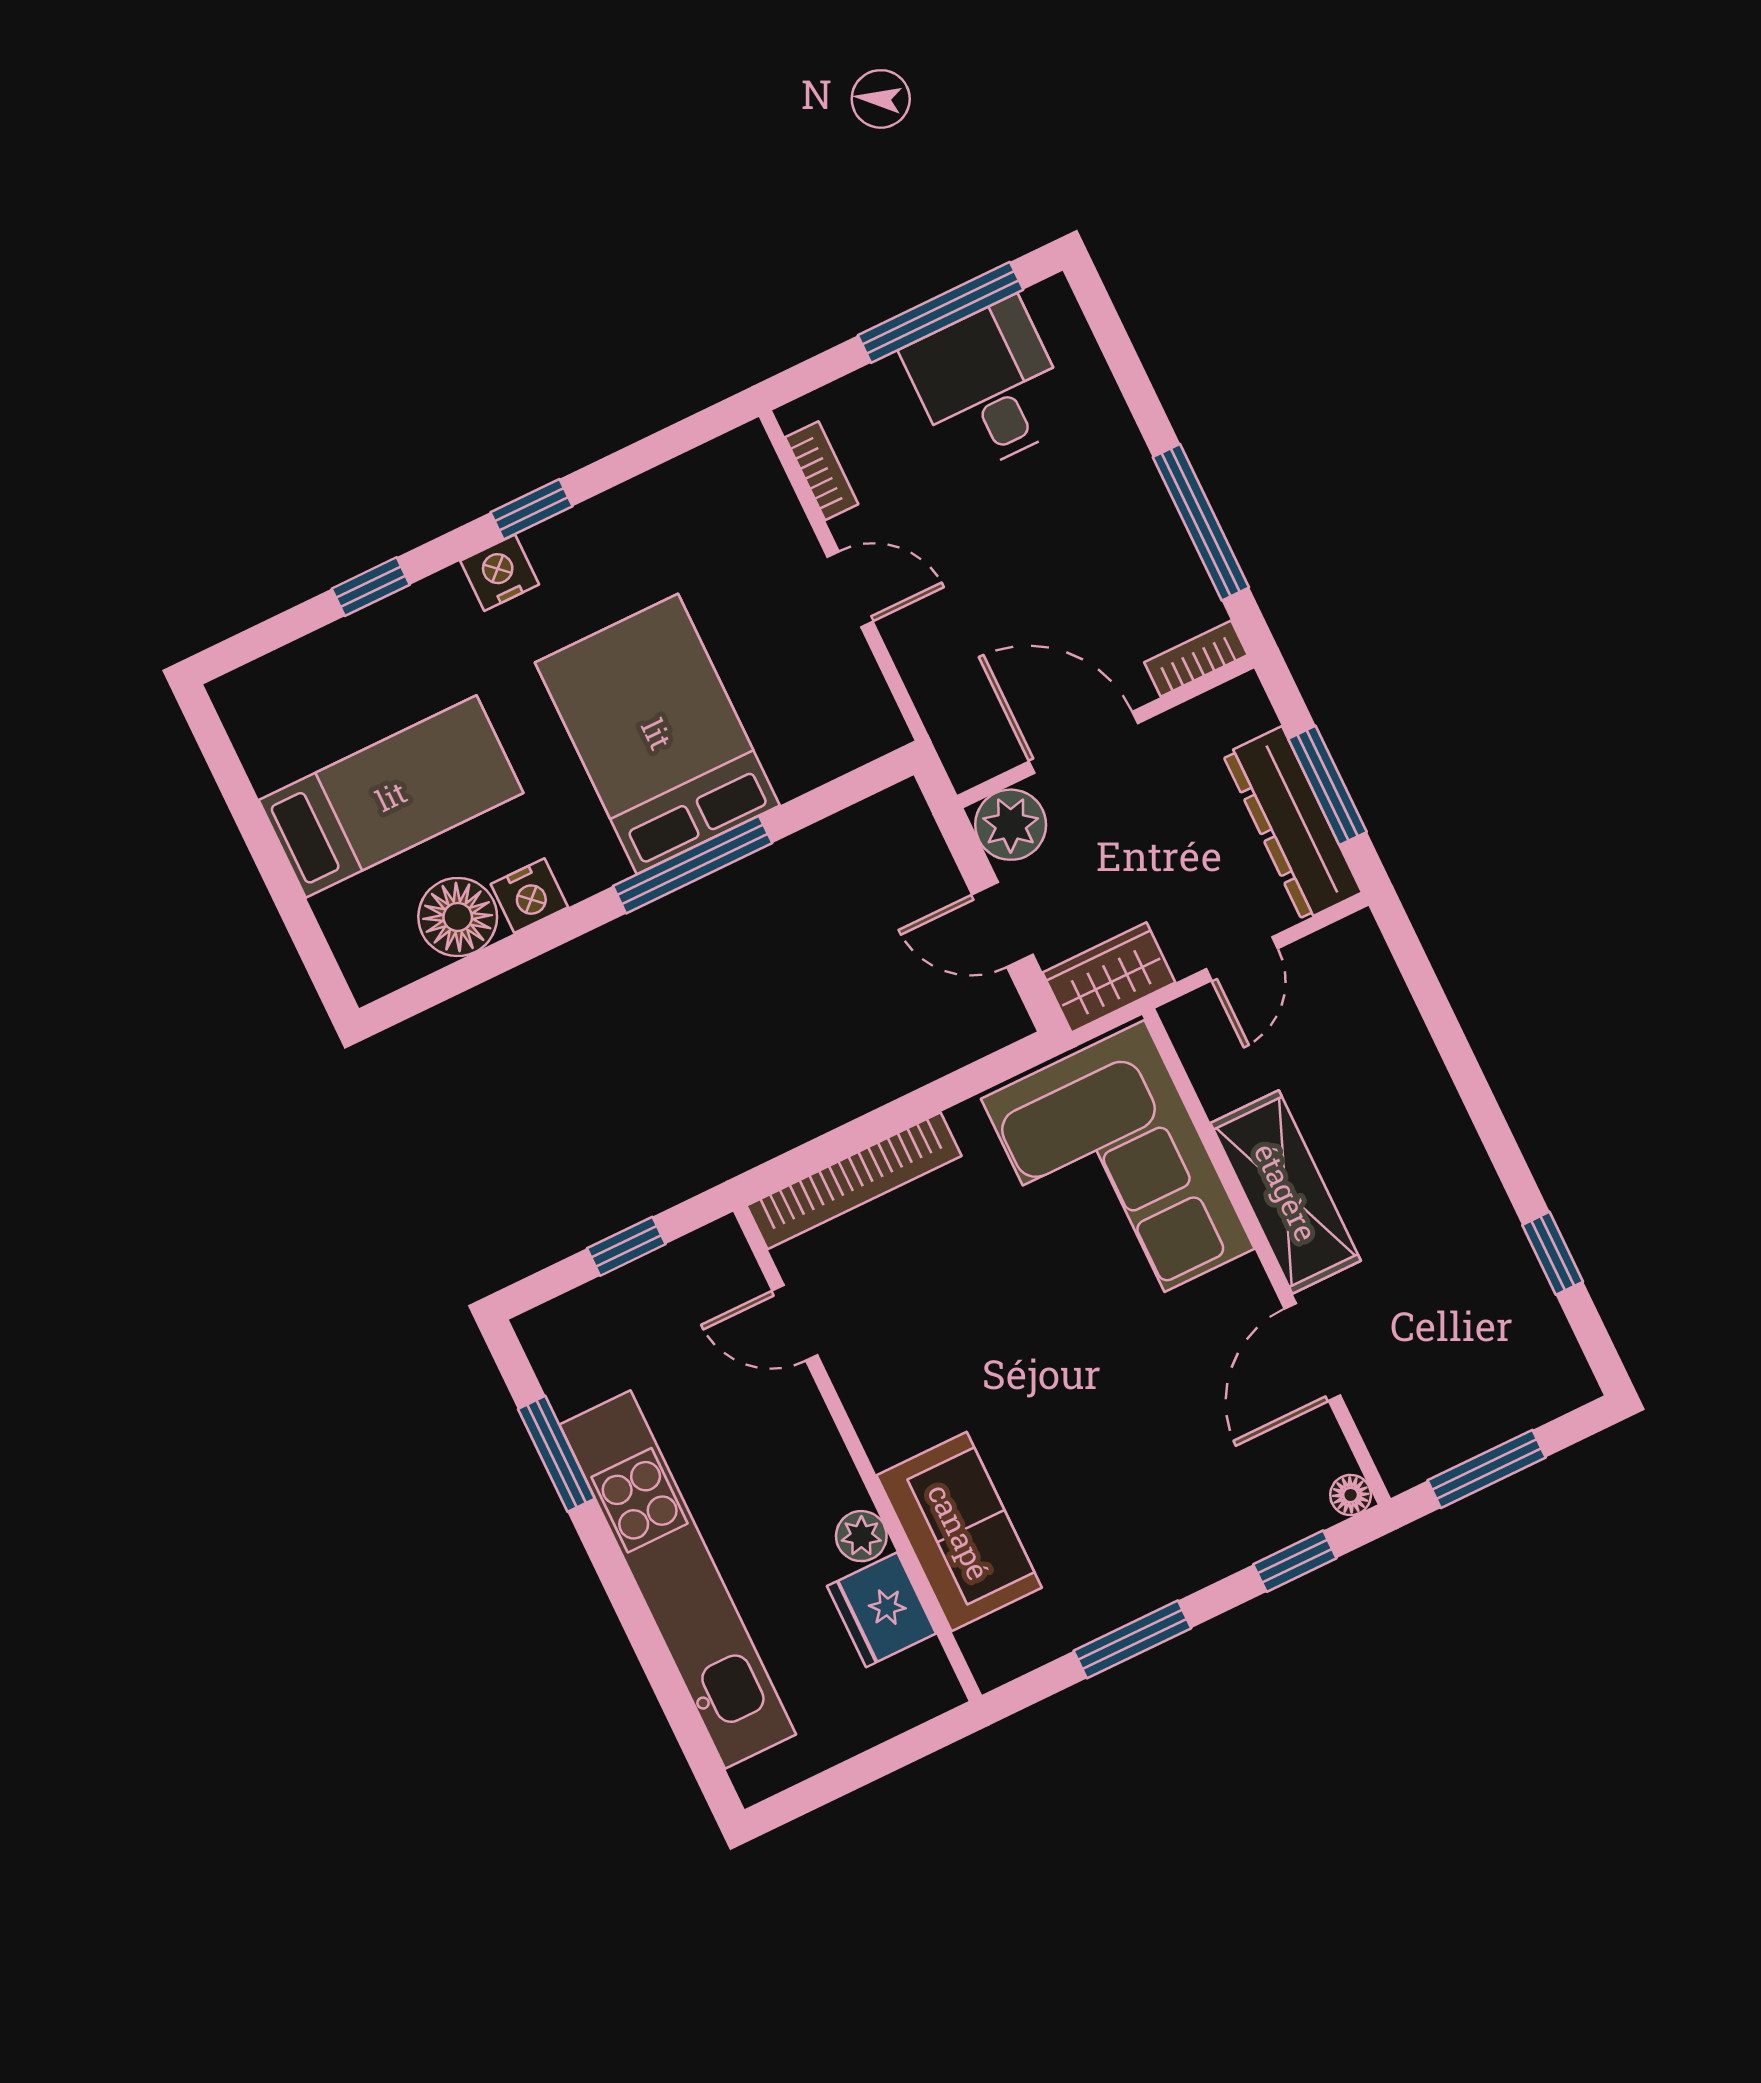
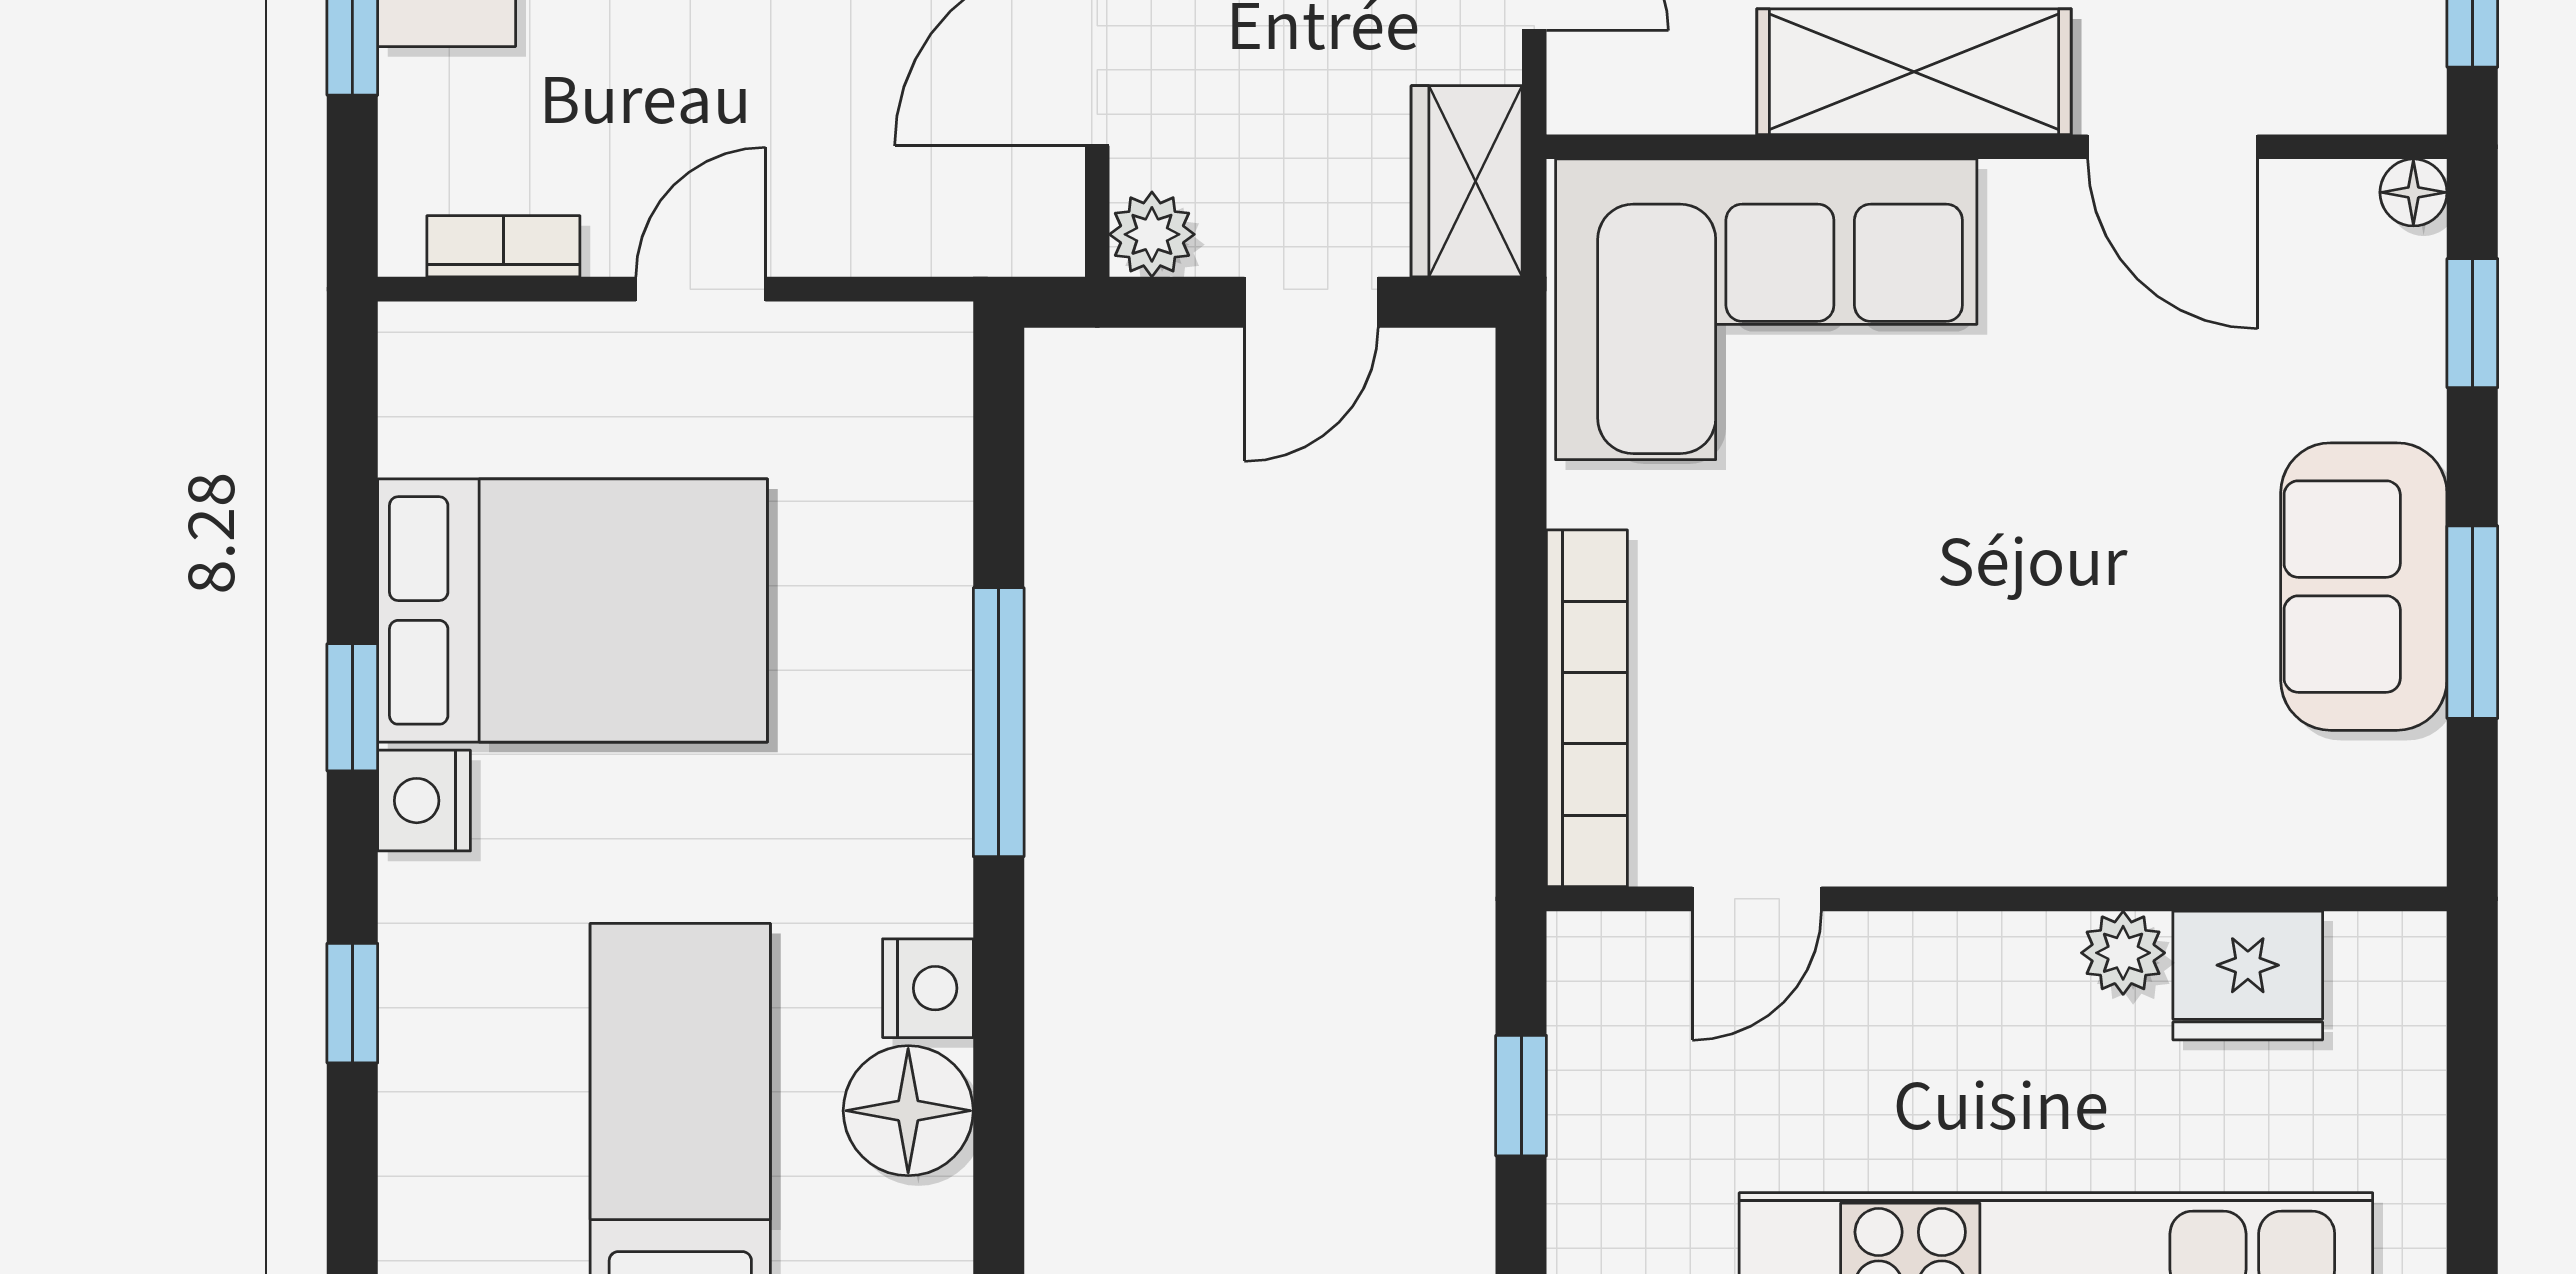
bed: (657, 734) -> (573, 610), moved, turned 180
plant: (1011, 825) -> (1152, 234), width x0.73, depth x0.73
sofa: (959, 1532) -> (2364, 587), moved, turned -90

